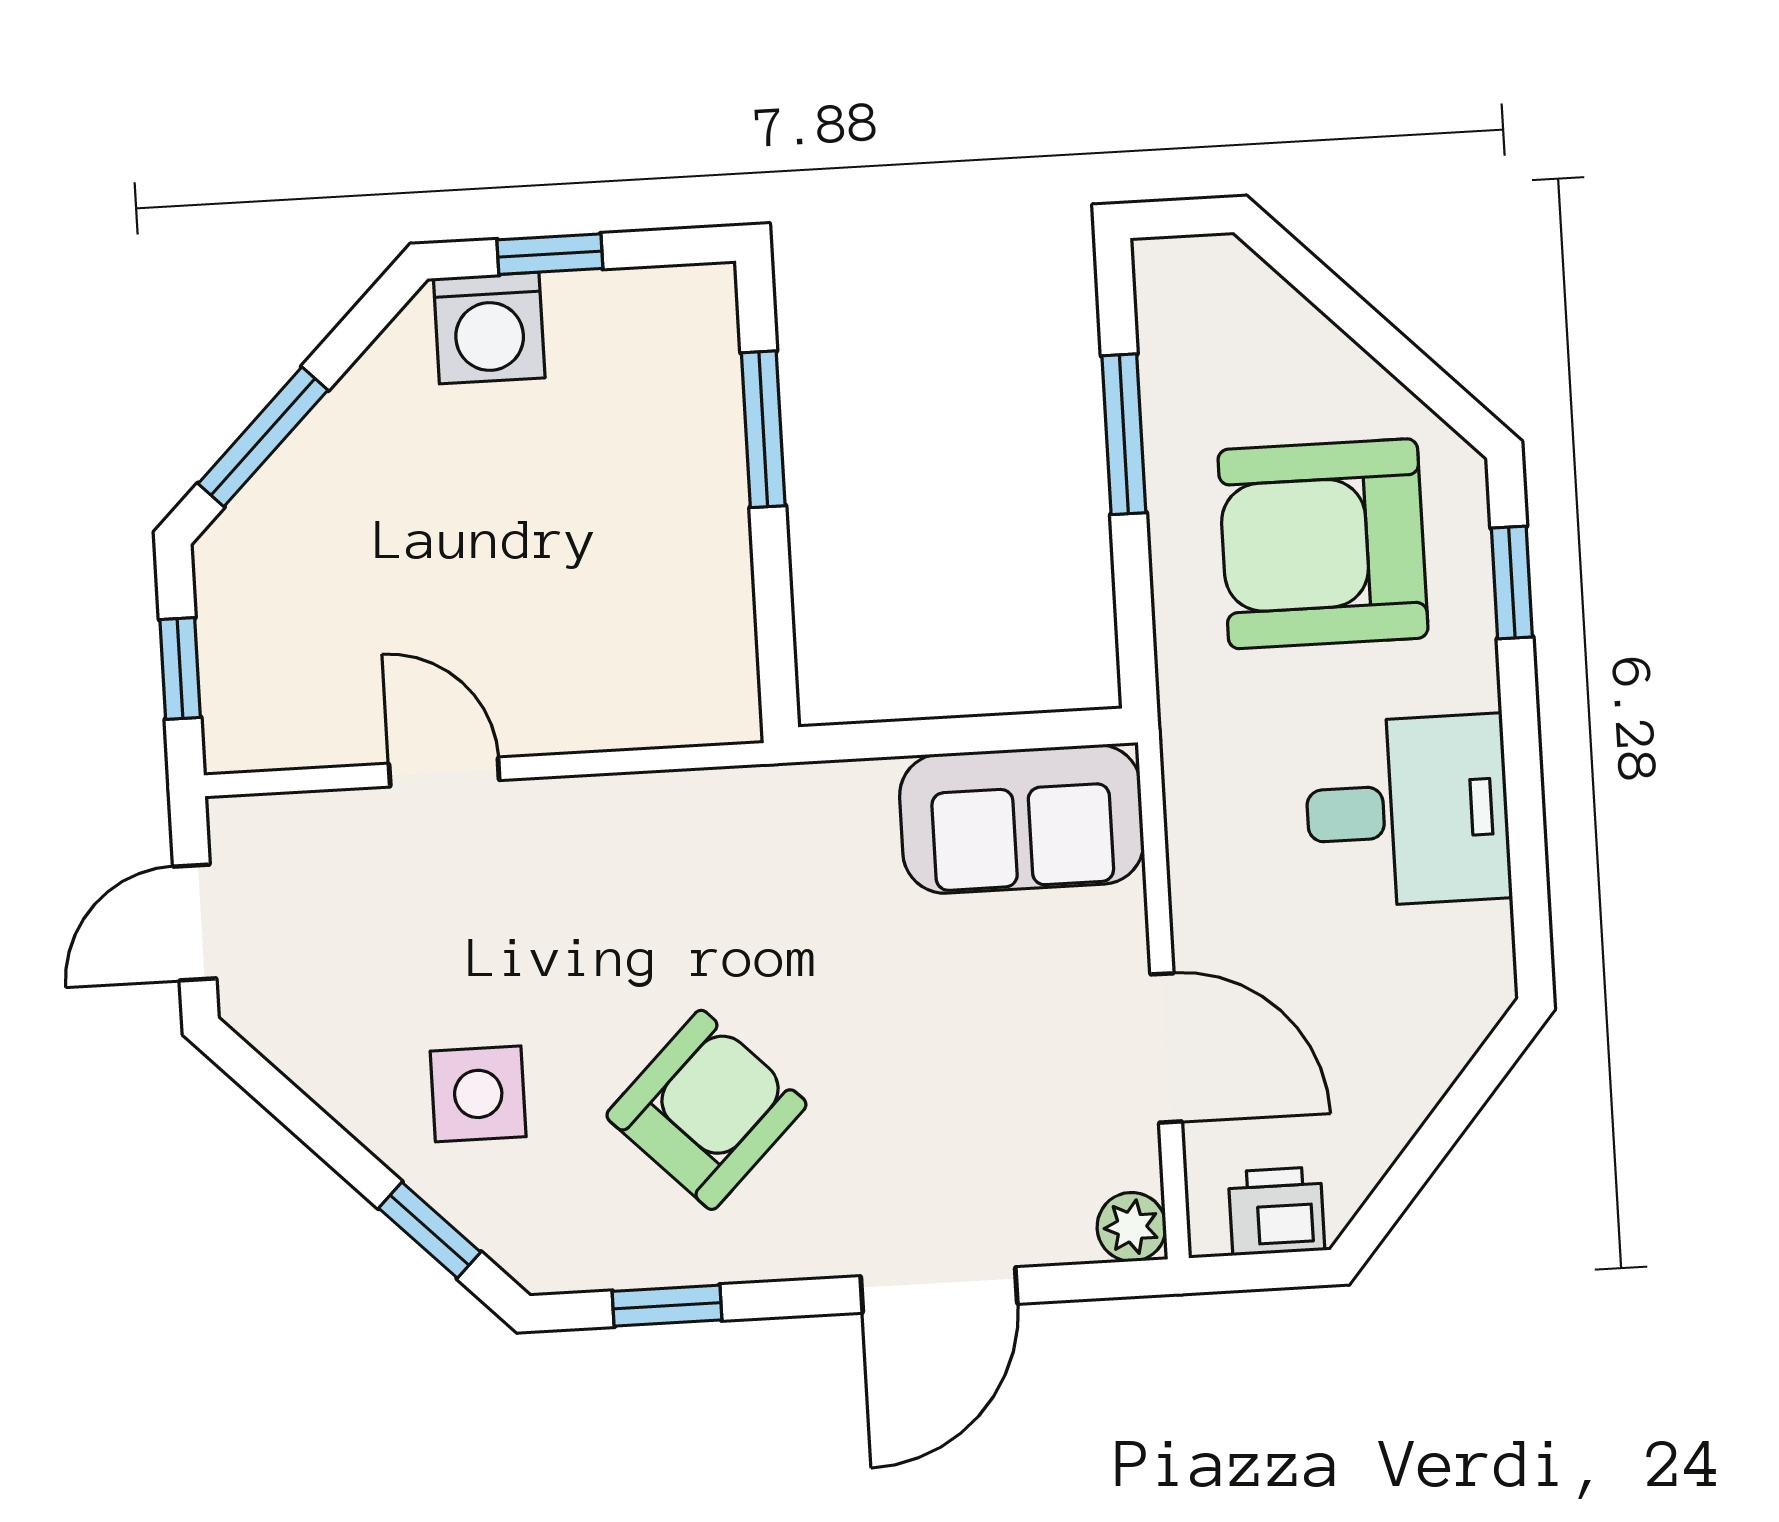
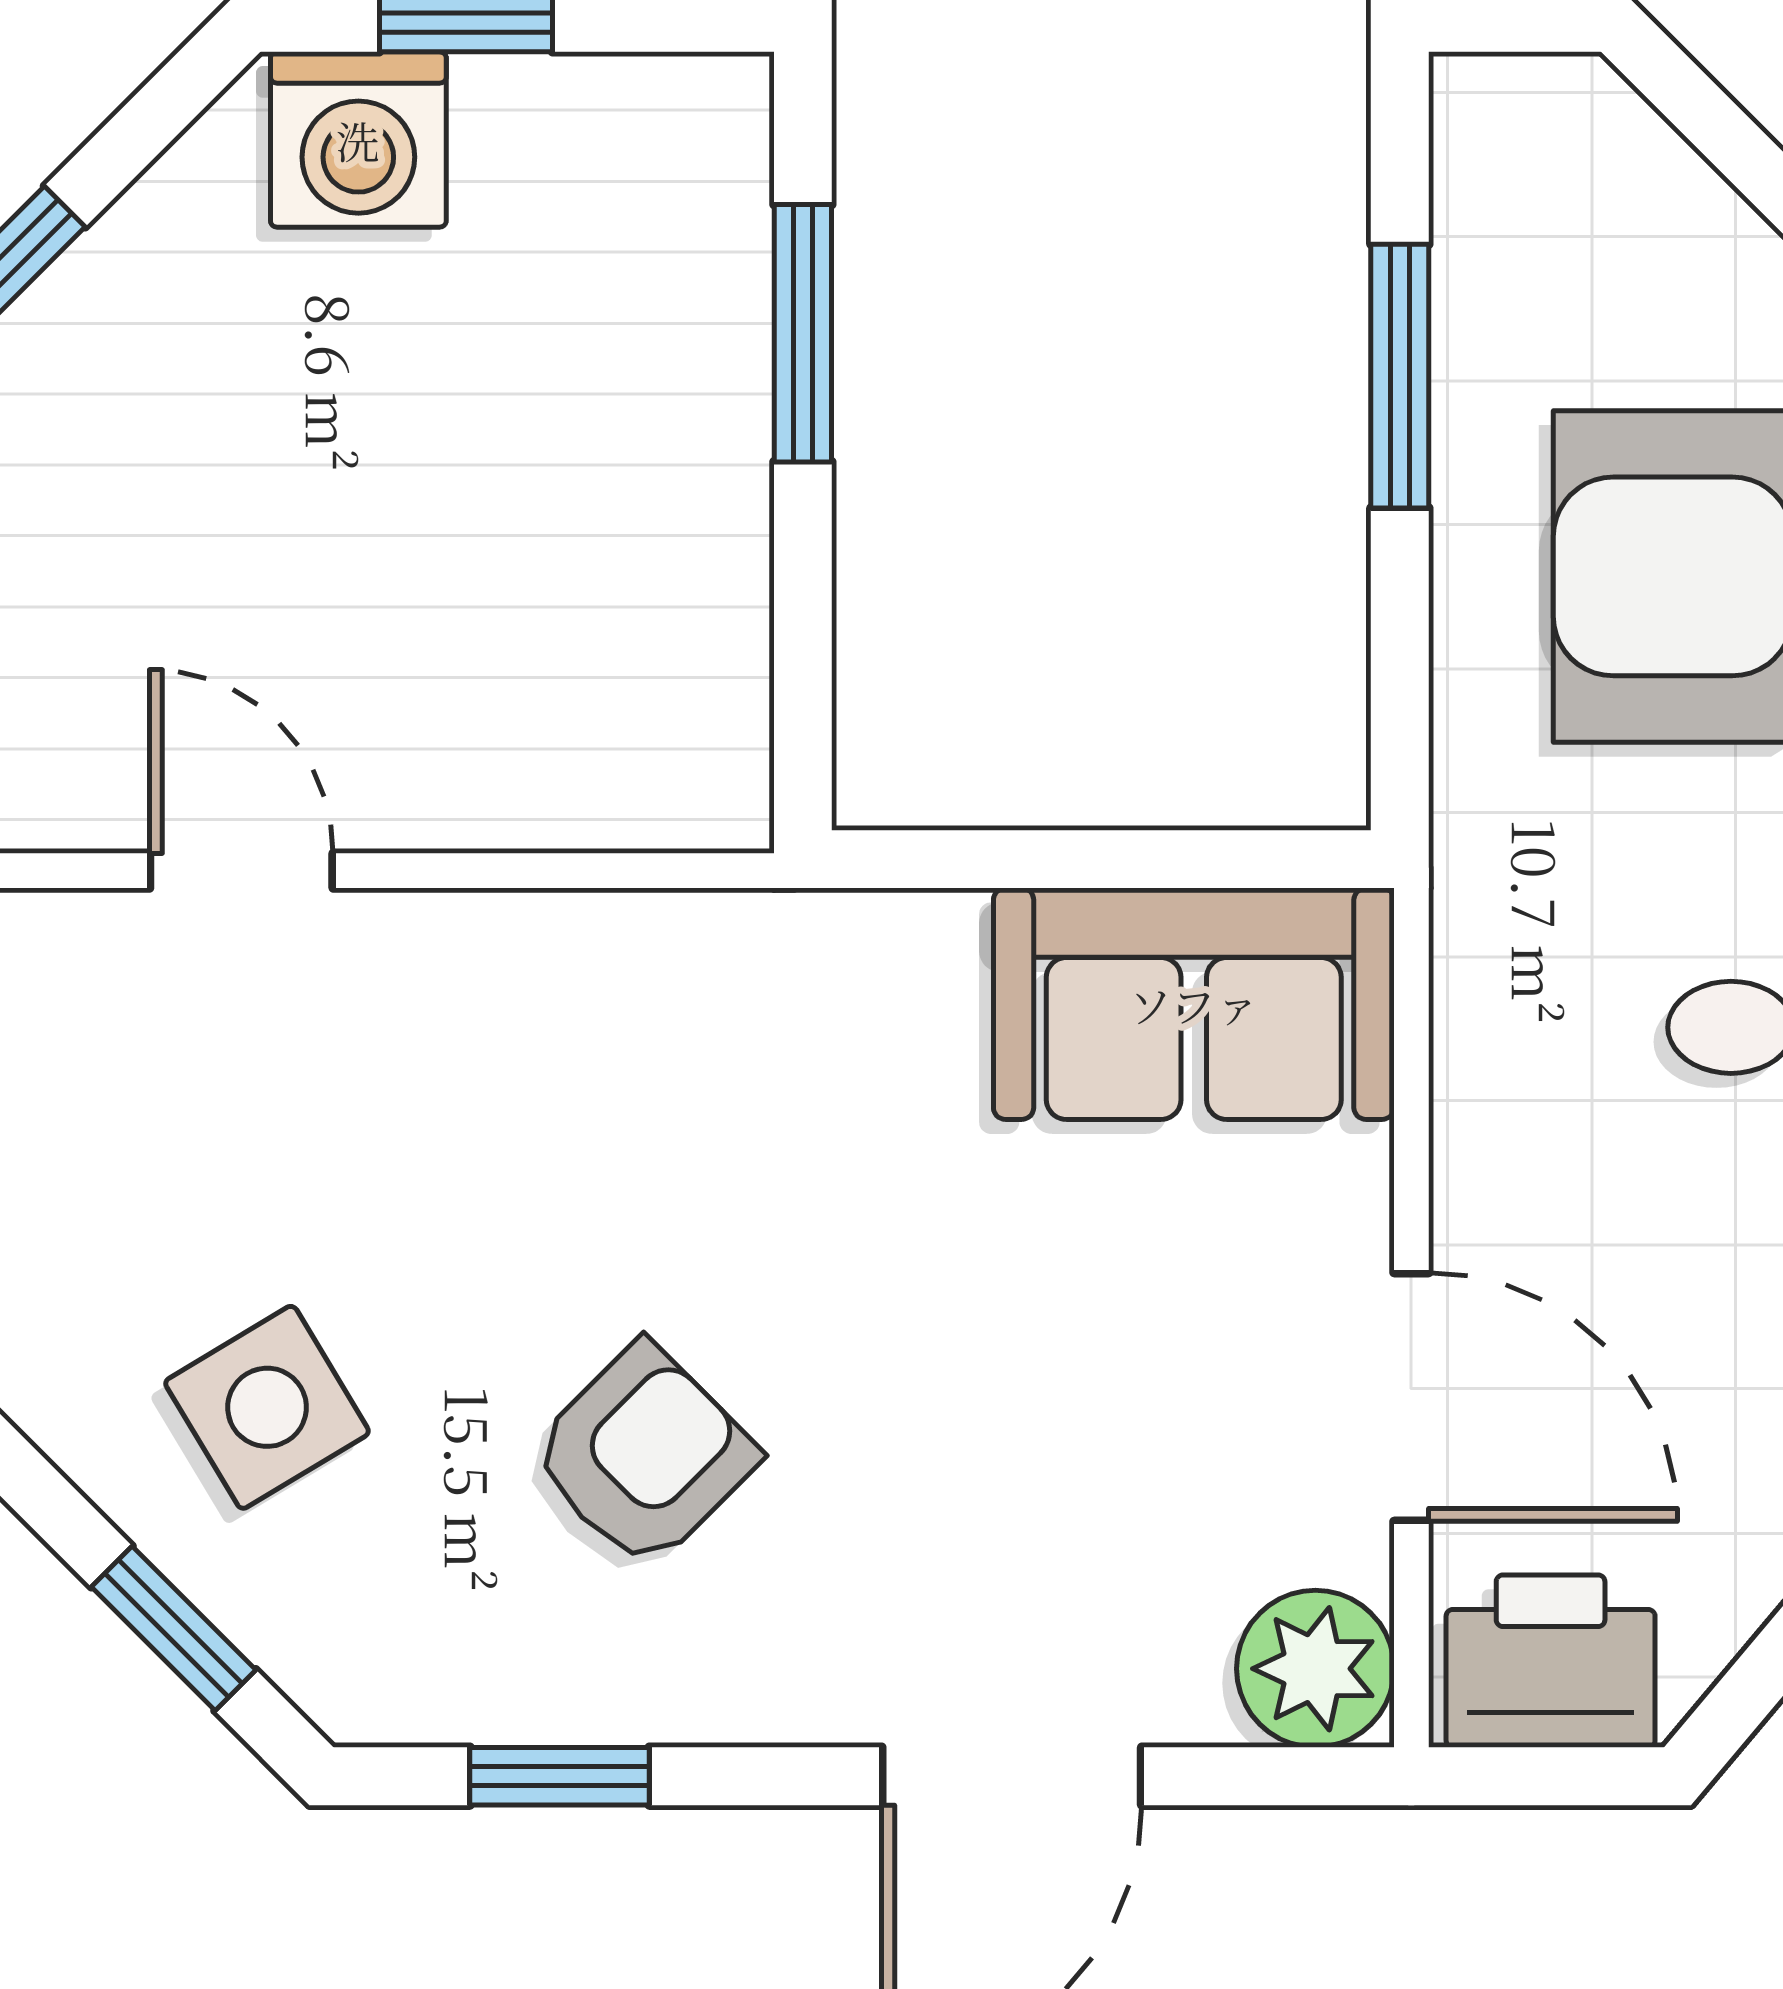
side table: (478, 1094) -> (267, 1407), turned -31
armchair: (706, 1110) -> (644, 1456), width x0.72, depth x0.72
printer: (1276, 1211) -> (1551, 1661), width x1.36, depth x1.24
plant: (1132, 1227) -> (1315, 1669), width x1.38, depth x1.38

